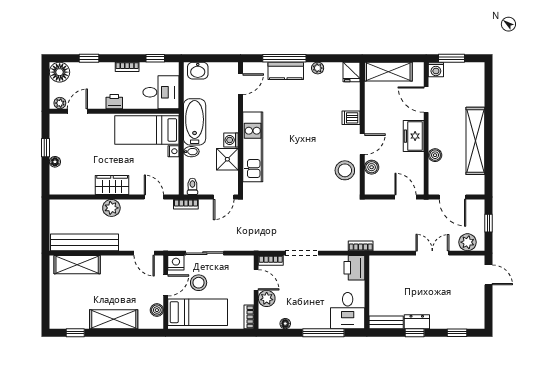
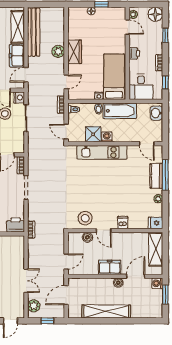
boiler: (435, 155) -> (118, 283), moved
freezer: (117, 266) -> (17, 56), added

